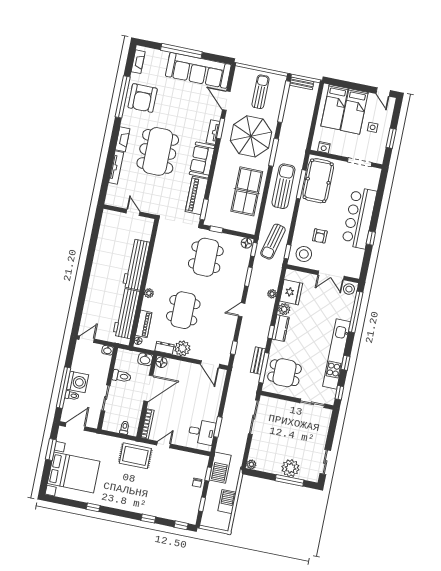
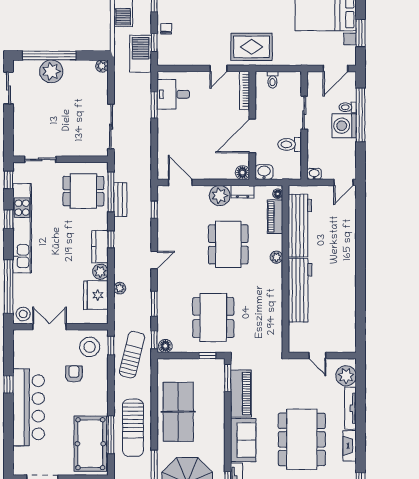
plant: (114, 193) -> (346, 376), added
window: (290, 480) -> (49, 55), width x1.46

